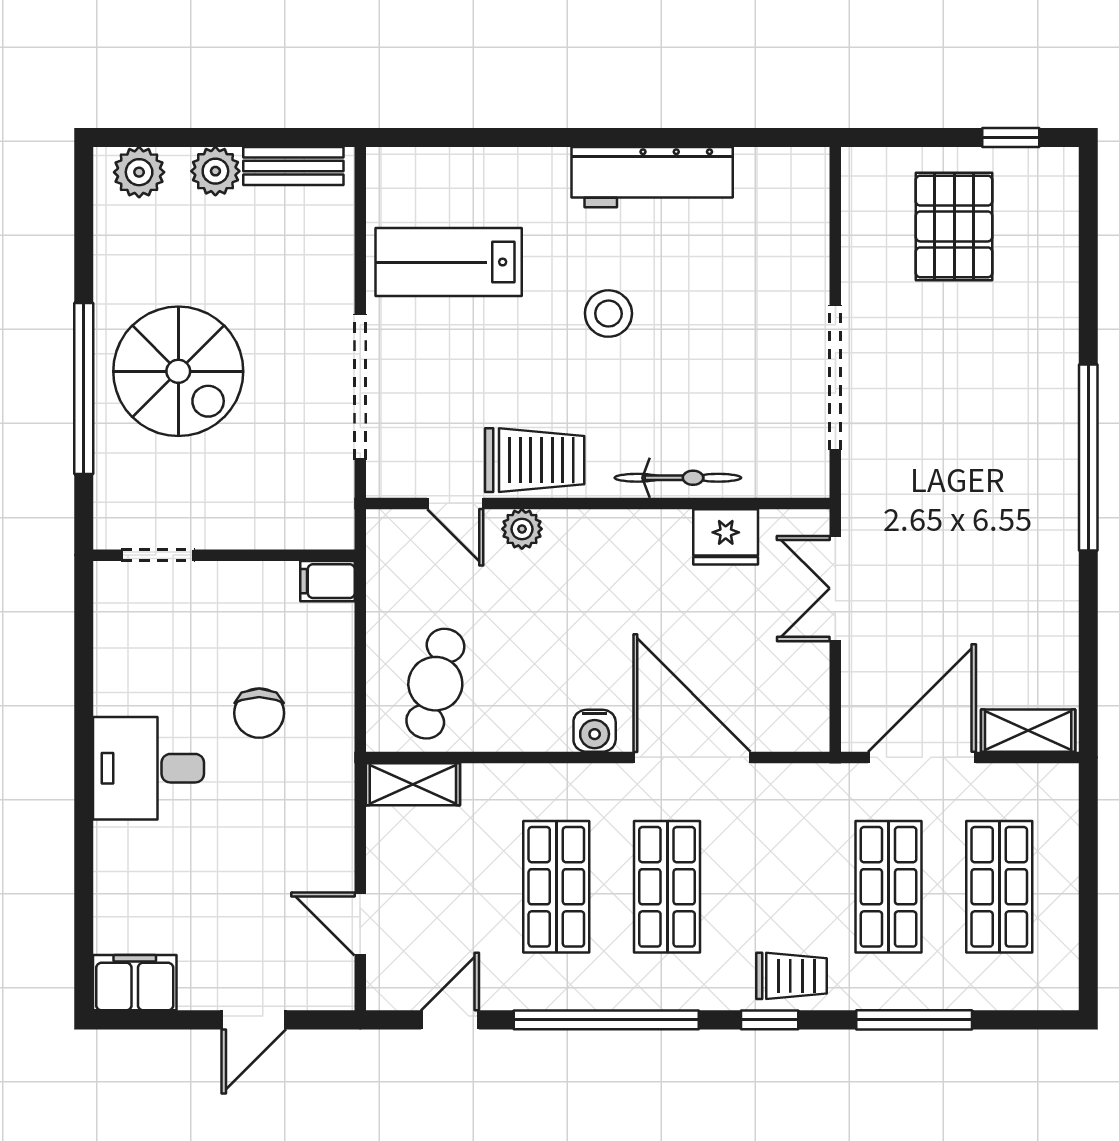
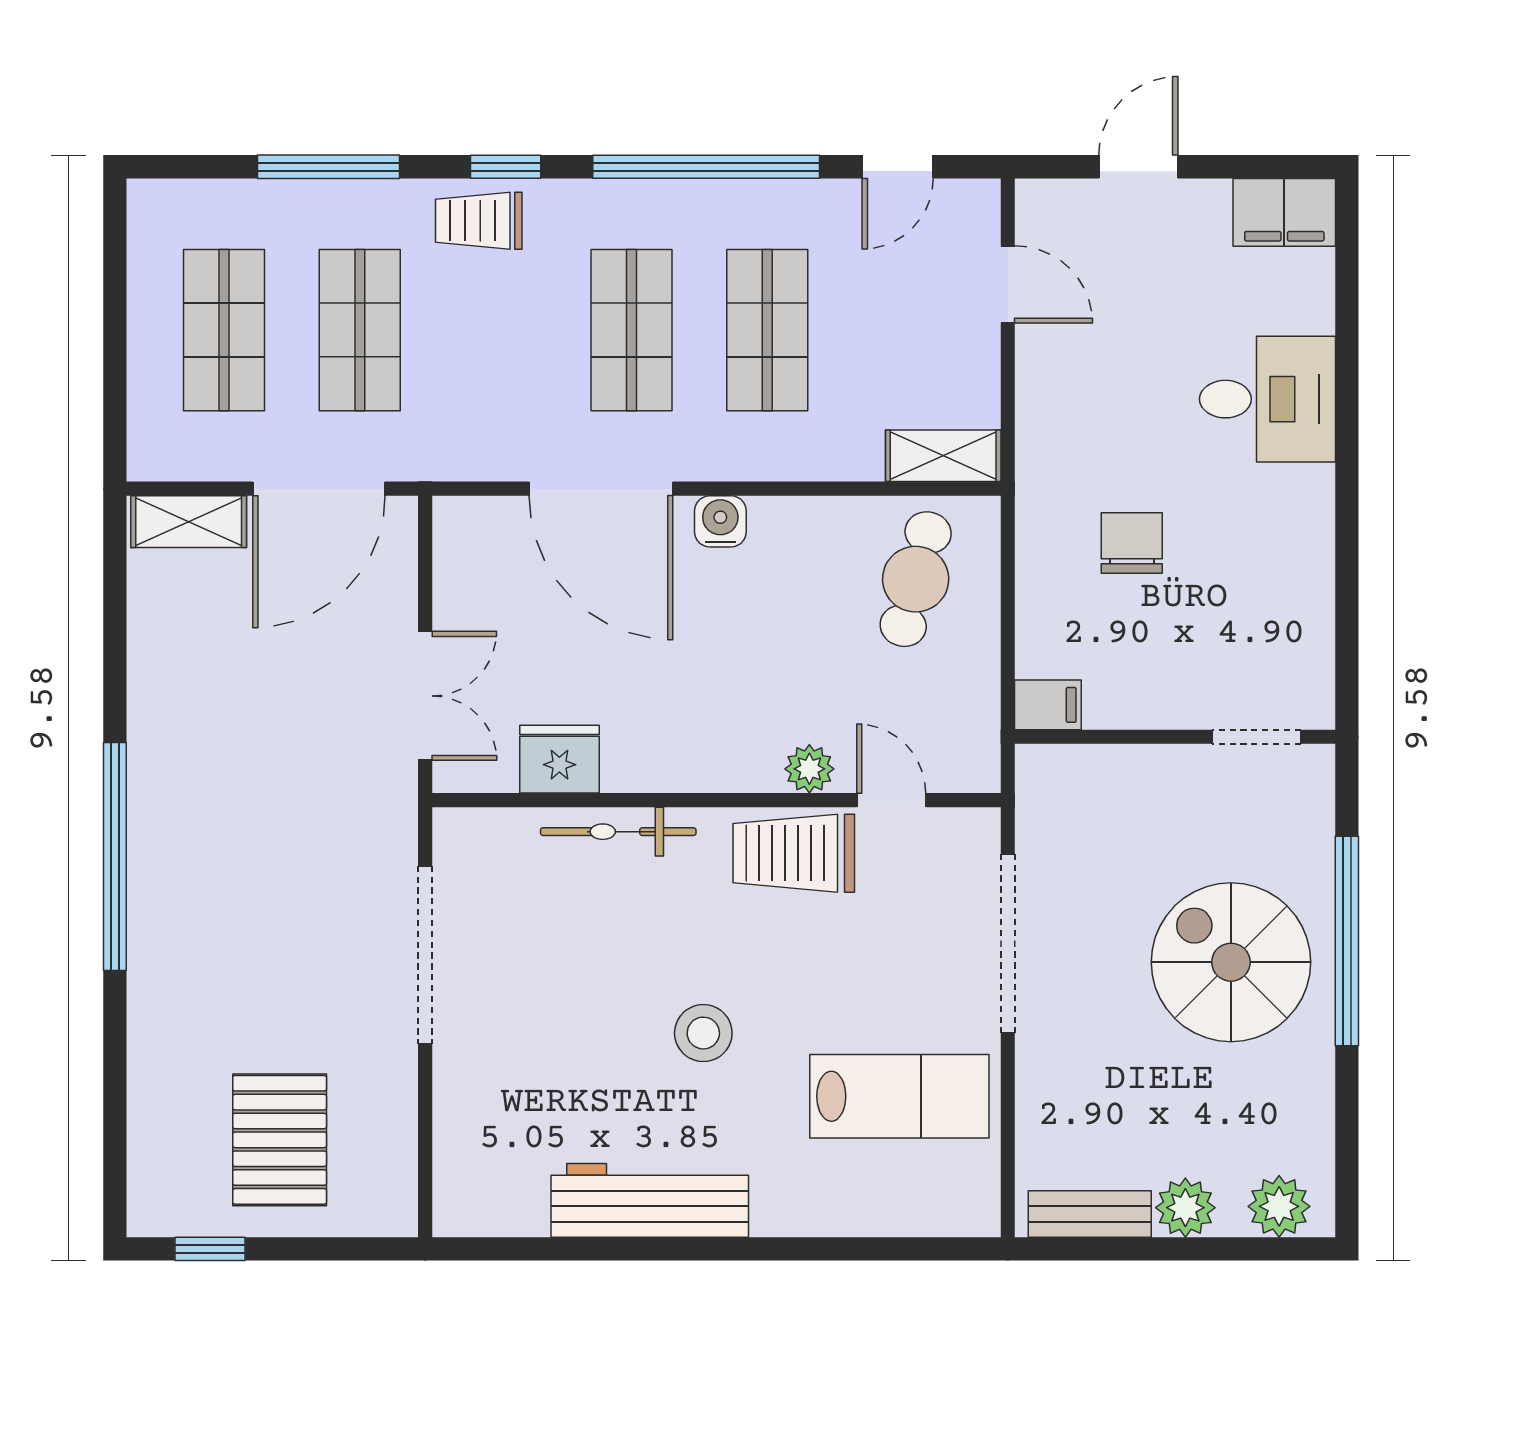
desk: (148, 768) -> (1268, 399), moved

